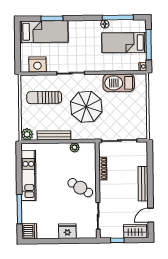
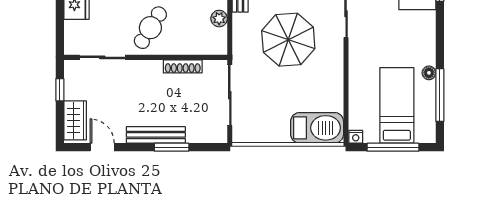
barbecue: (119, 83) -> (317, 128), moved, turned 90
window: (150, 174) -> (172, 147), added

